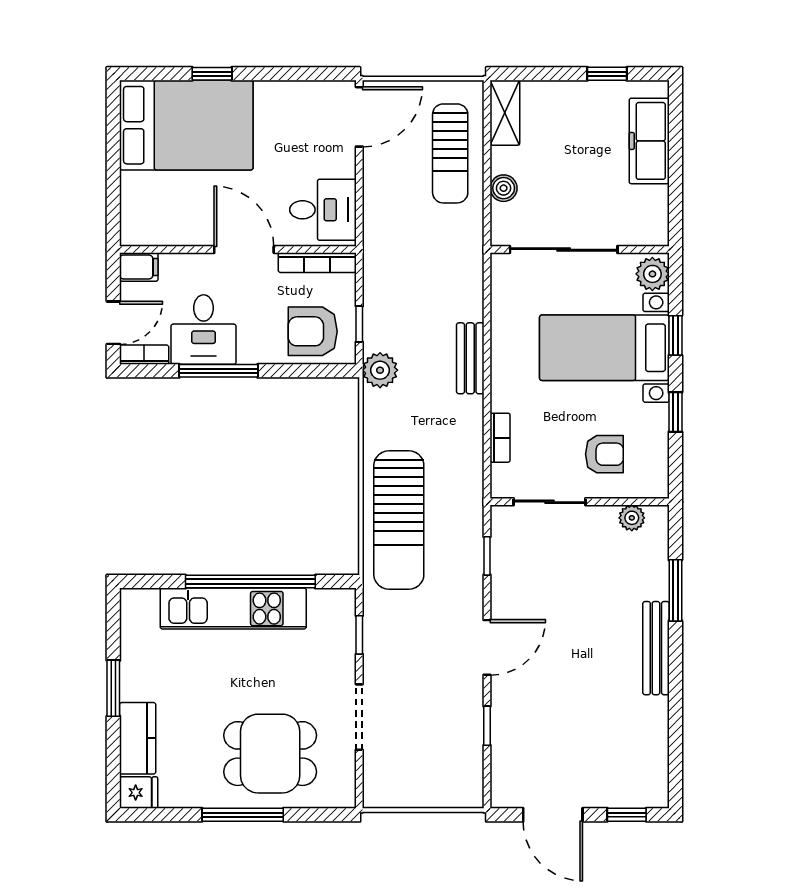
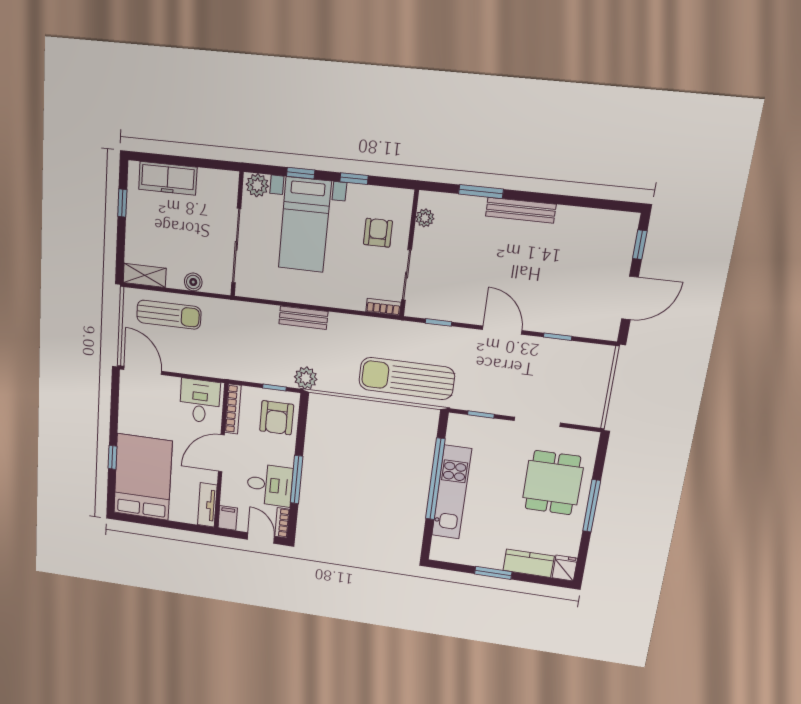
tv unit: (155, 233) -> (207, 505), added
bookcase: (500, 438) -> (383, 307), moved
sun lounger: (399, 520) -> (407, 379), turned 180

